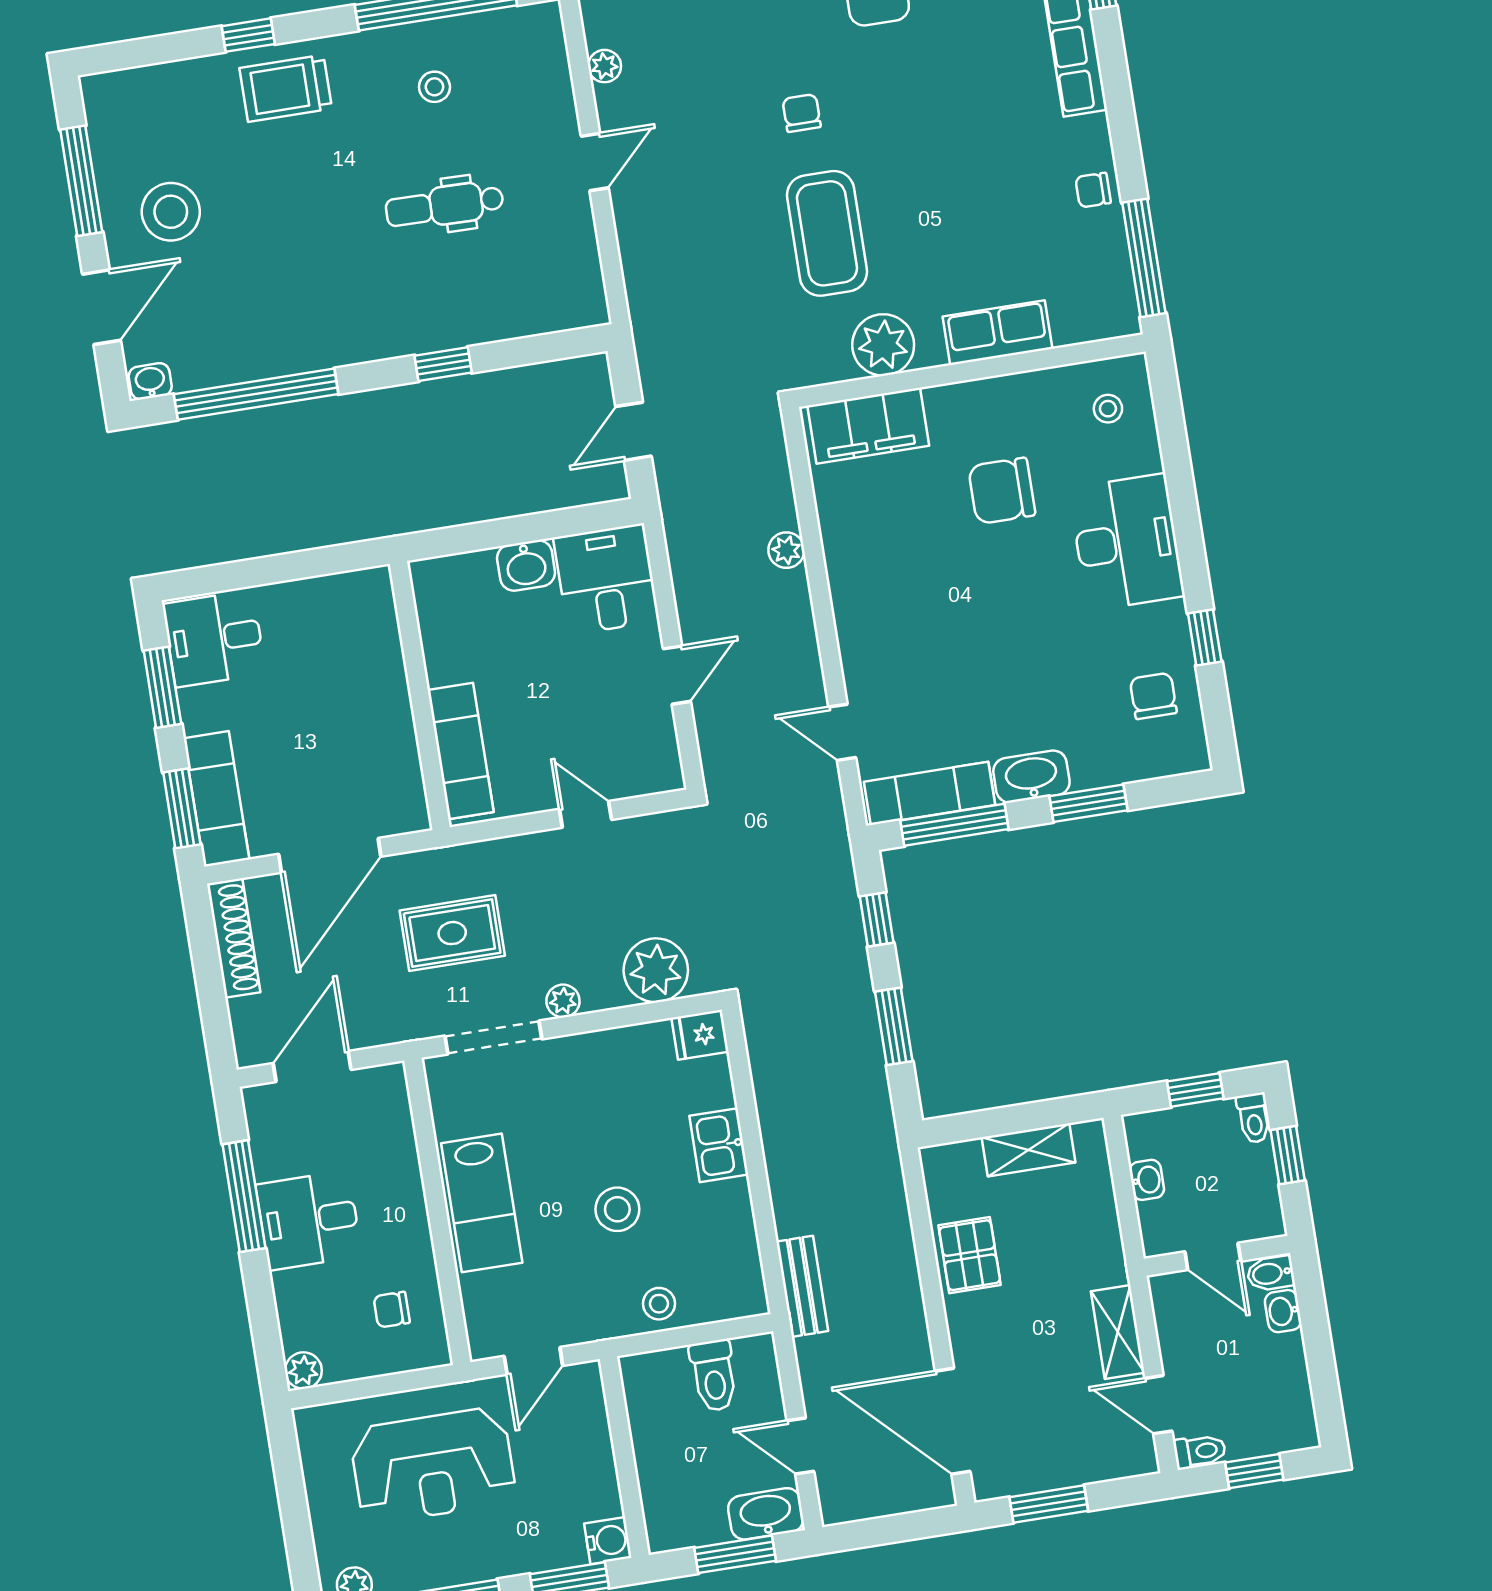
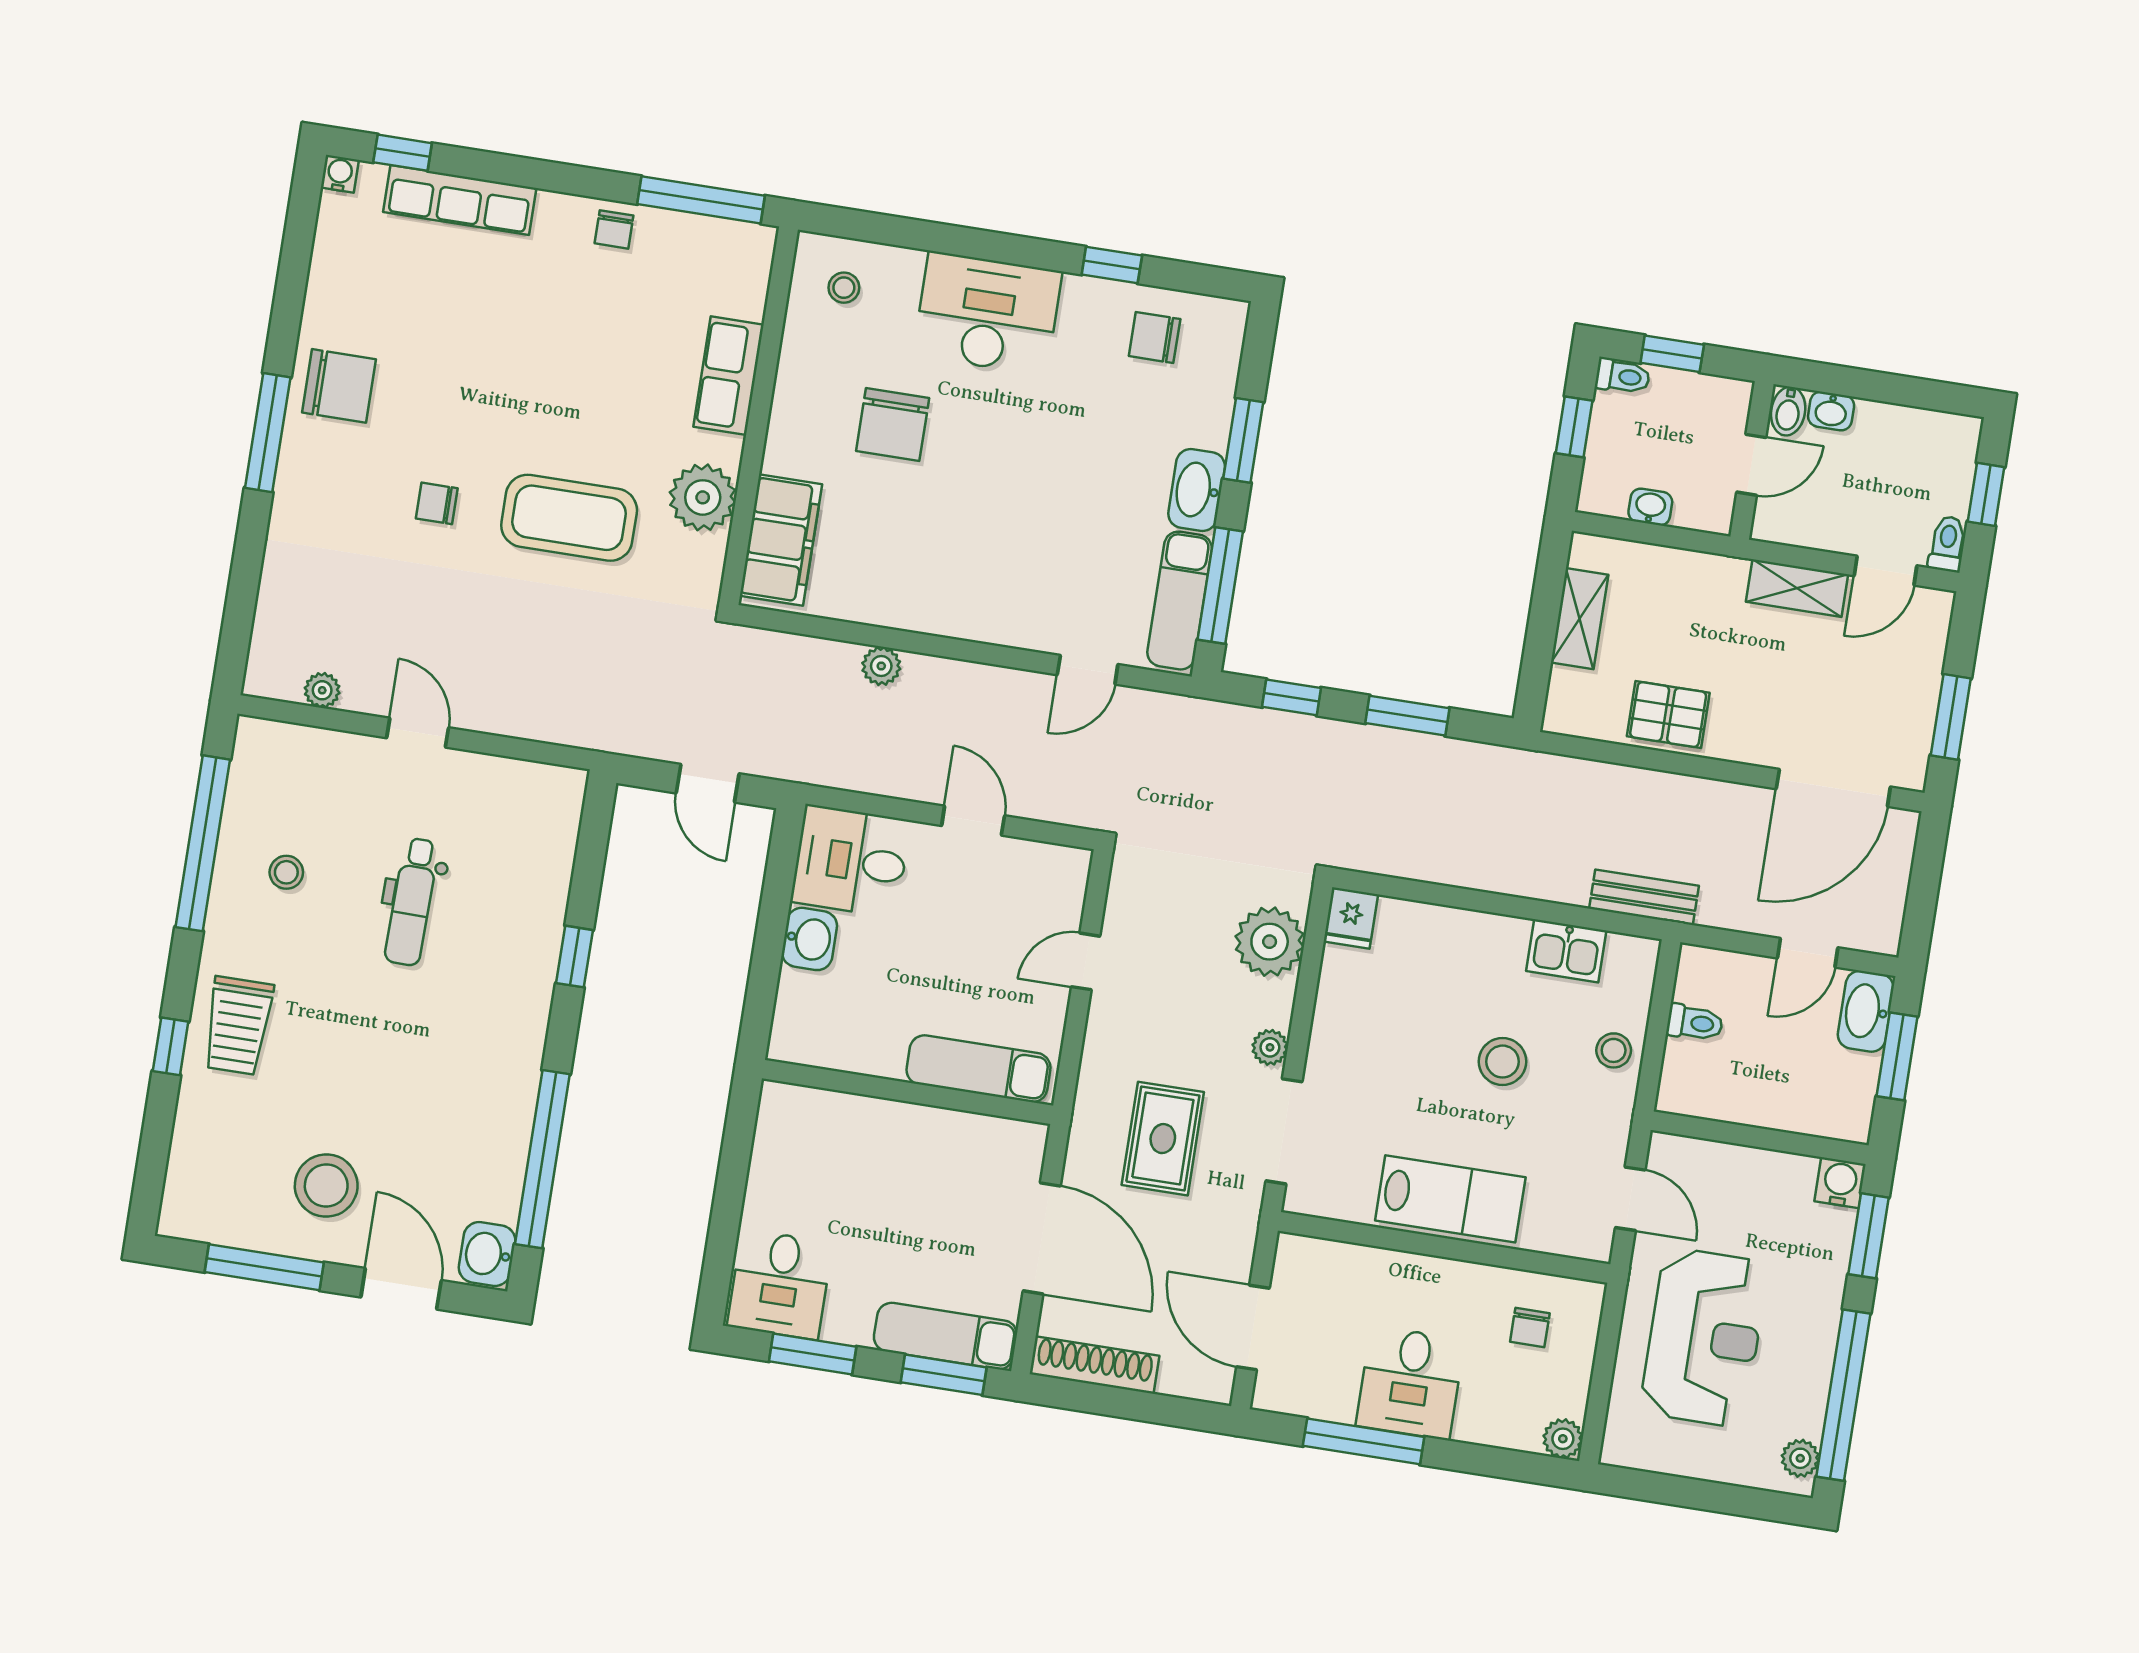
washbasin: (150, 381) -> (487, 1254), width x1.38, depth x1.45
kitchen sink: (719, 1145) -> (1566, 951), moved
toilet: (714, 1376) -> (1695, 1023), width x0.73, depth x0.72

